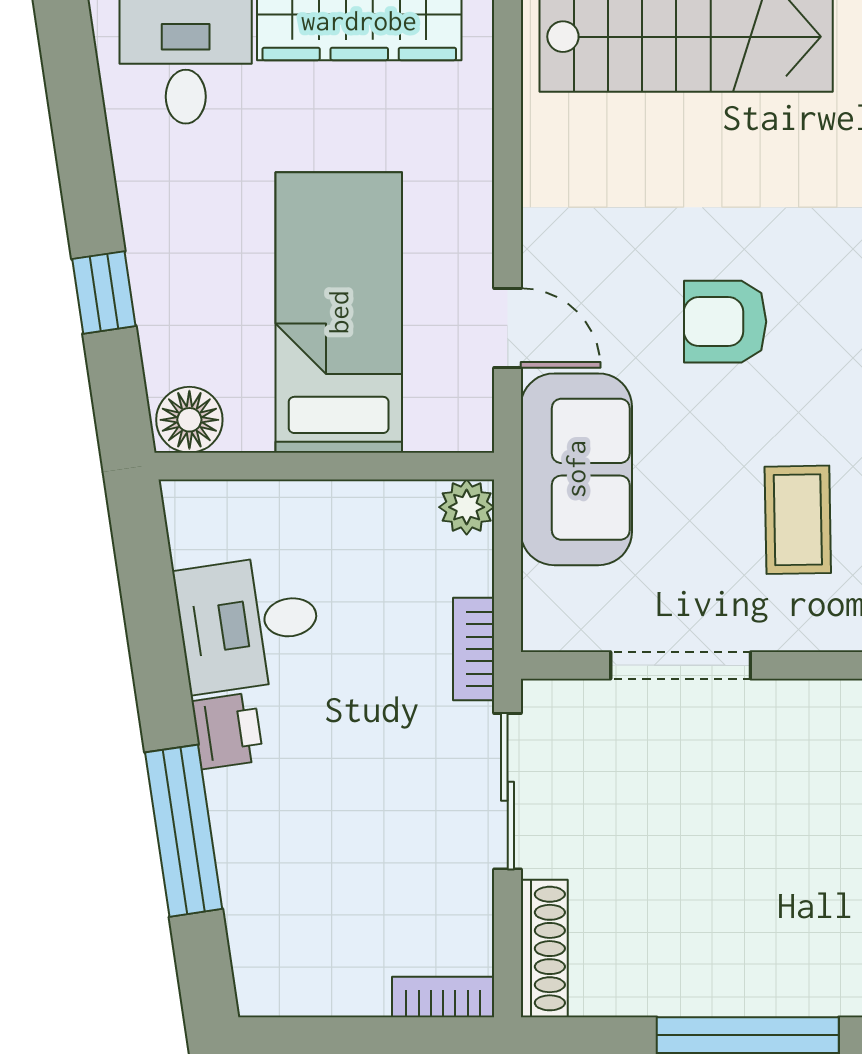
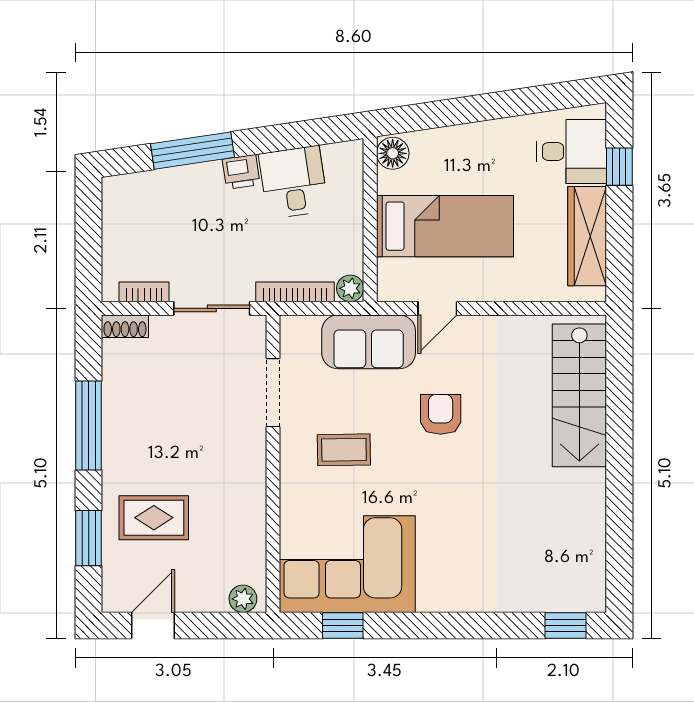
window: (104, 292) -> (455, 112), removed
bookcase: (474, 649) -> (295, 292), width x1.56
shoe rack: (544, 949) -> (125, 326), width x0.70
bookcase: (443, 997) -> (144, 292), moved, turned -90

